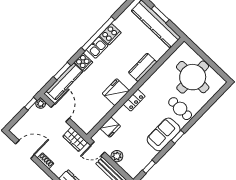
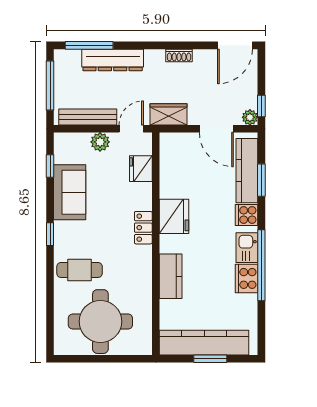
sofa: (164, 134) -> (70, 192), moved
door: (25, 149) -> (235, 45), moved

